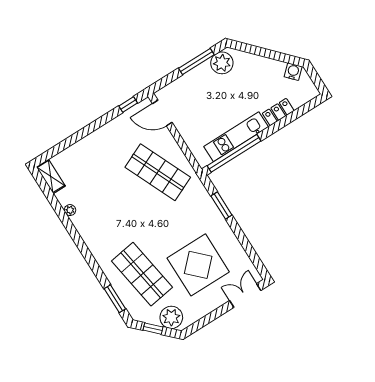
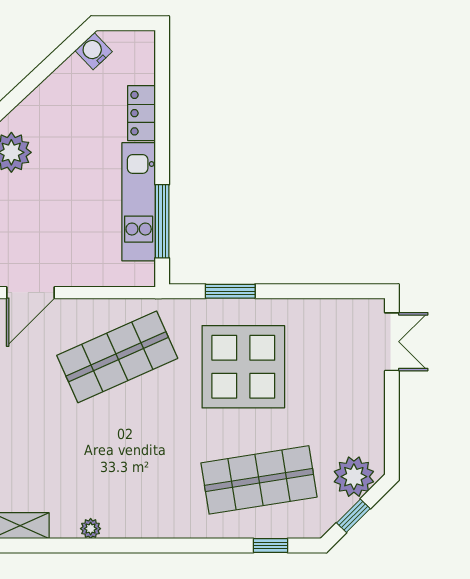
window: (234, 153) -> (162, 221), width x0.68
display table: (198, 265) -> (243, 367), moved
double door: (245, 296) -> (392, 342), swing flipped
window: (115, 299) -> (271, 546), width x0.67

